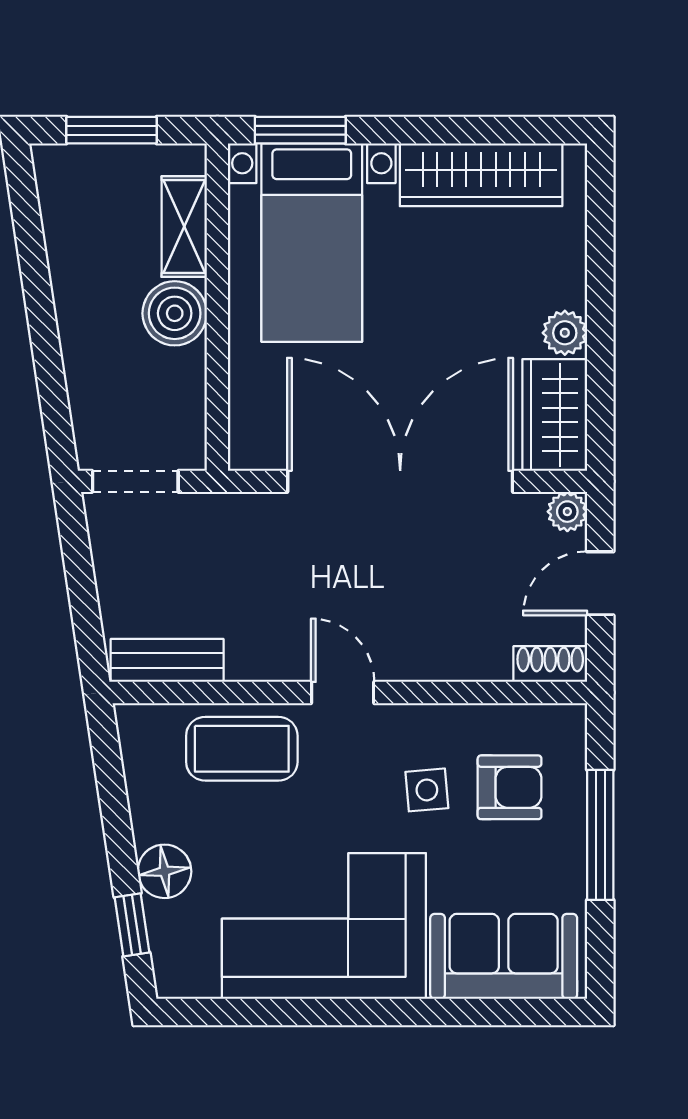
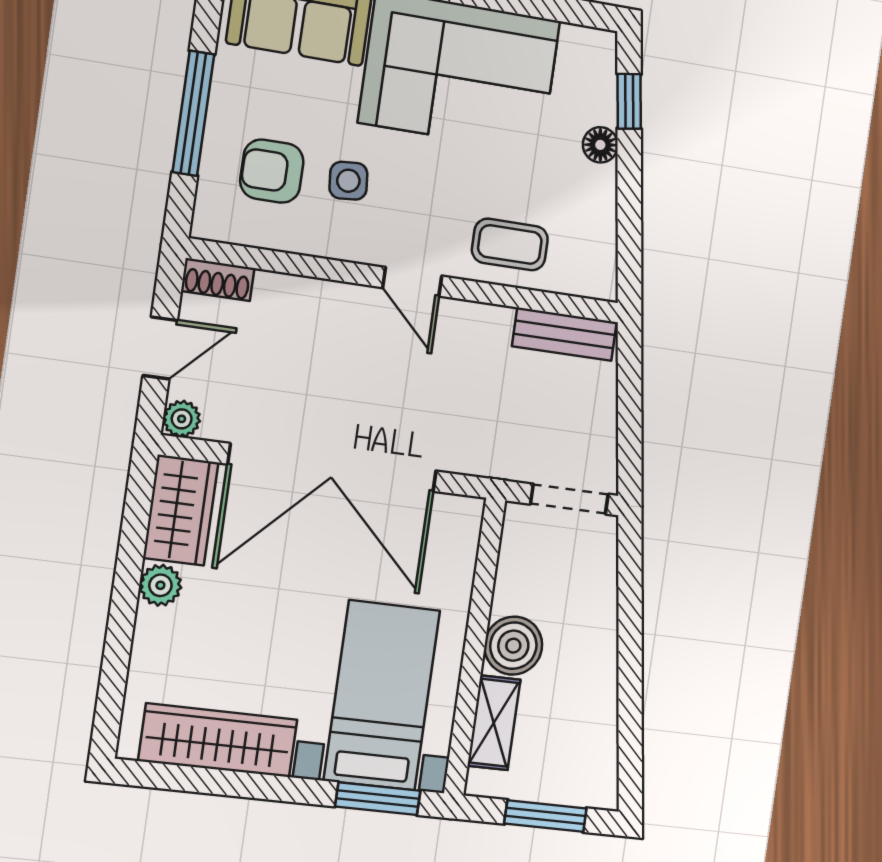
coffee table: (242, 749) -> (510, 244), width x0.73, depth x0.77
floor lamp: (164, 871) -> (600, 145), width x0.73, depth x0.73

